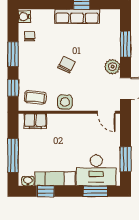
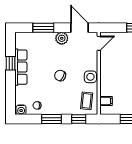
filing cabinet: (35, 121) -> (106, 101), width x0.50

